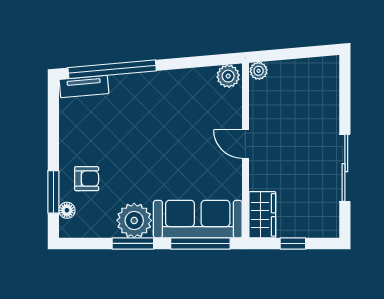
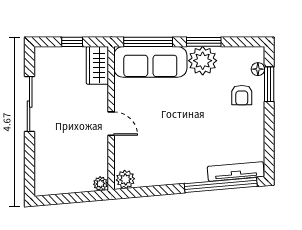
tv unit: (84, 87) -> (236, 171), width x1.41
armchair: (87, 179) -> (242, 95), turned -90

